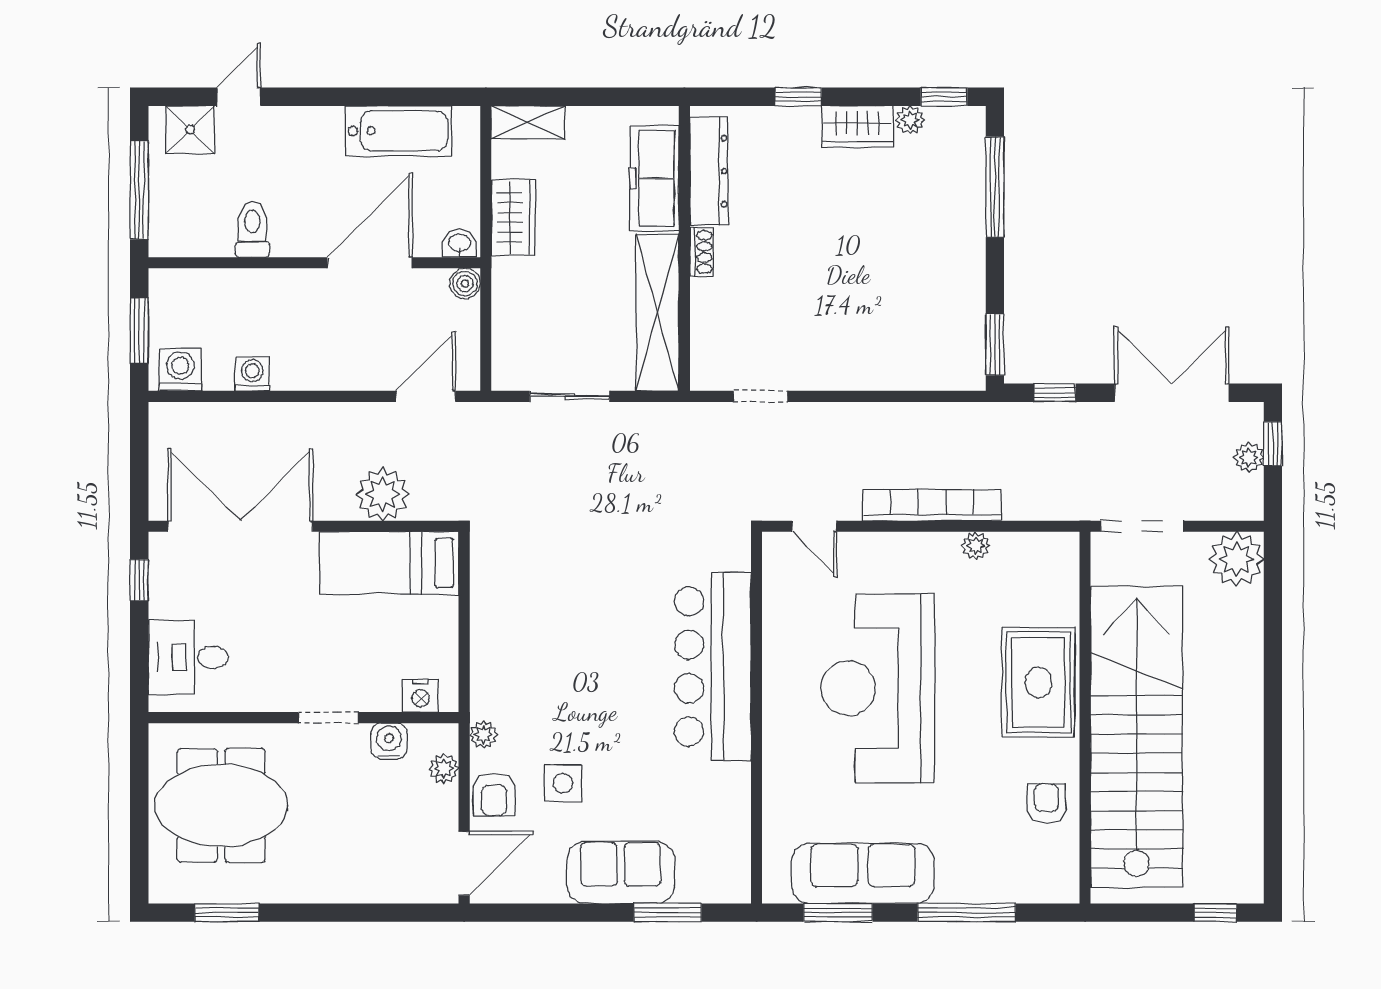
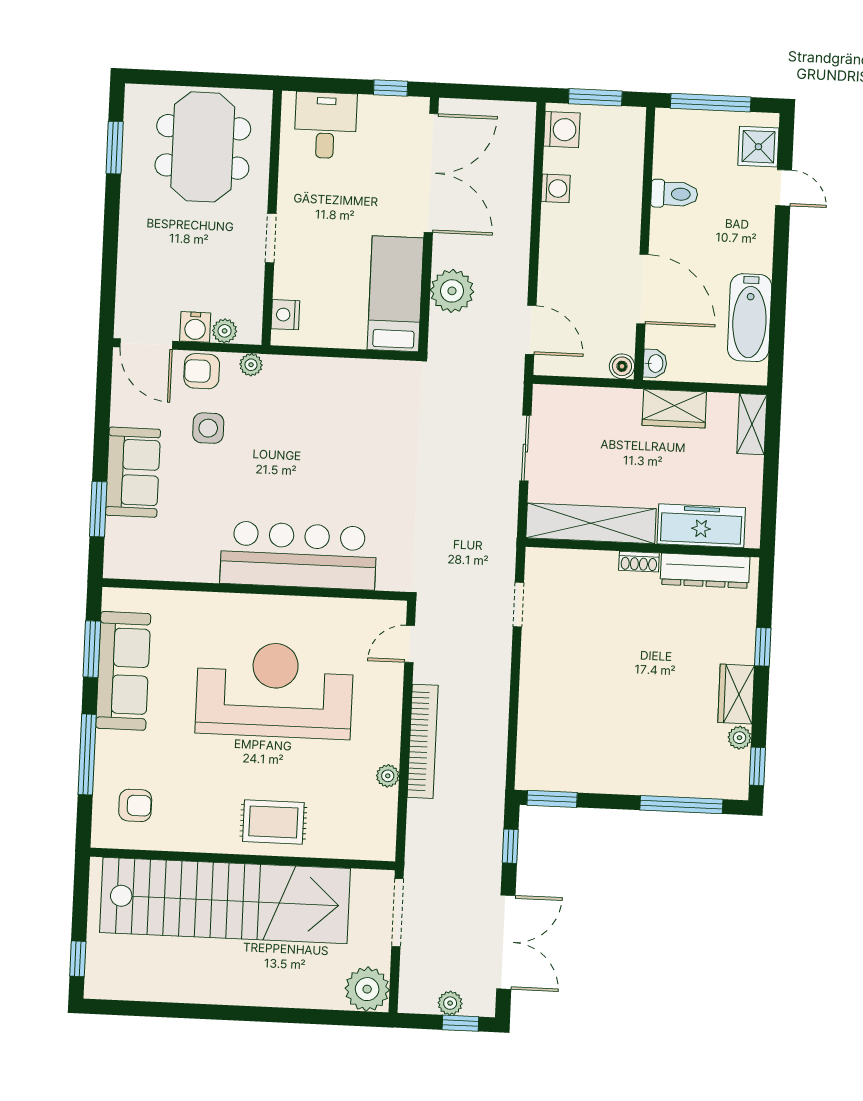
rug: (1038, 682) -> (273, 822), width x0.73, depth x0.70
water cooler: (389, 741) -> (195, 327), moved, turned 90
armchair: (1046, 803) -> (135, 805), moved

